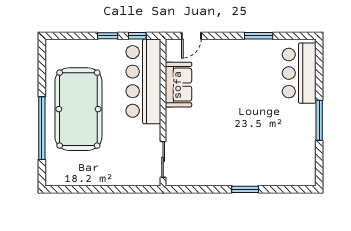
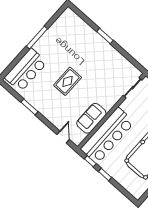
door: (191, 36) -> (63, 137), hinge flipped
rug: (242, 102) -> (68, 81), added

